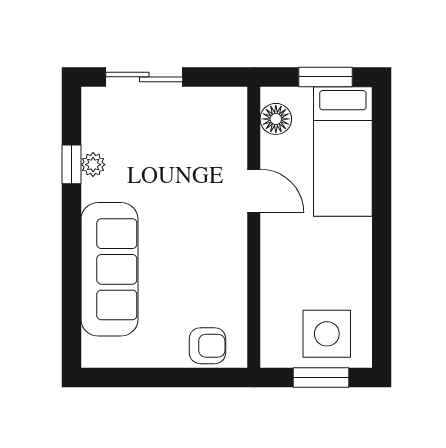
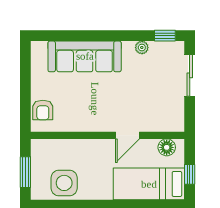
window: (325, 77) -> (190, 174), width x0.67
window: (71, 164) -> (165, 36), moved
side table: (327, 334) -> (64, 183), moved

